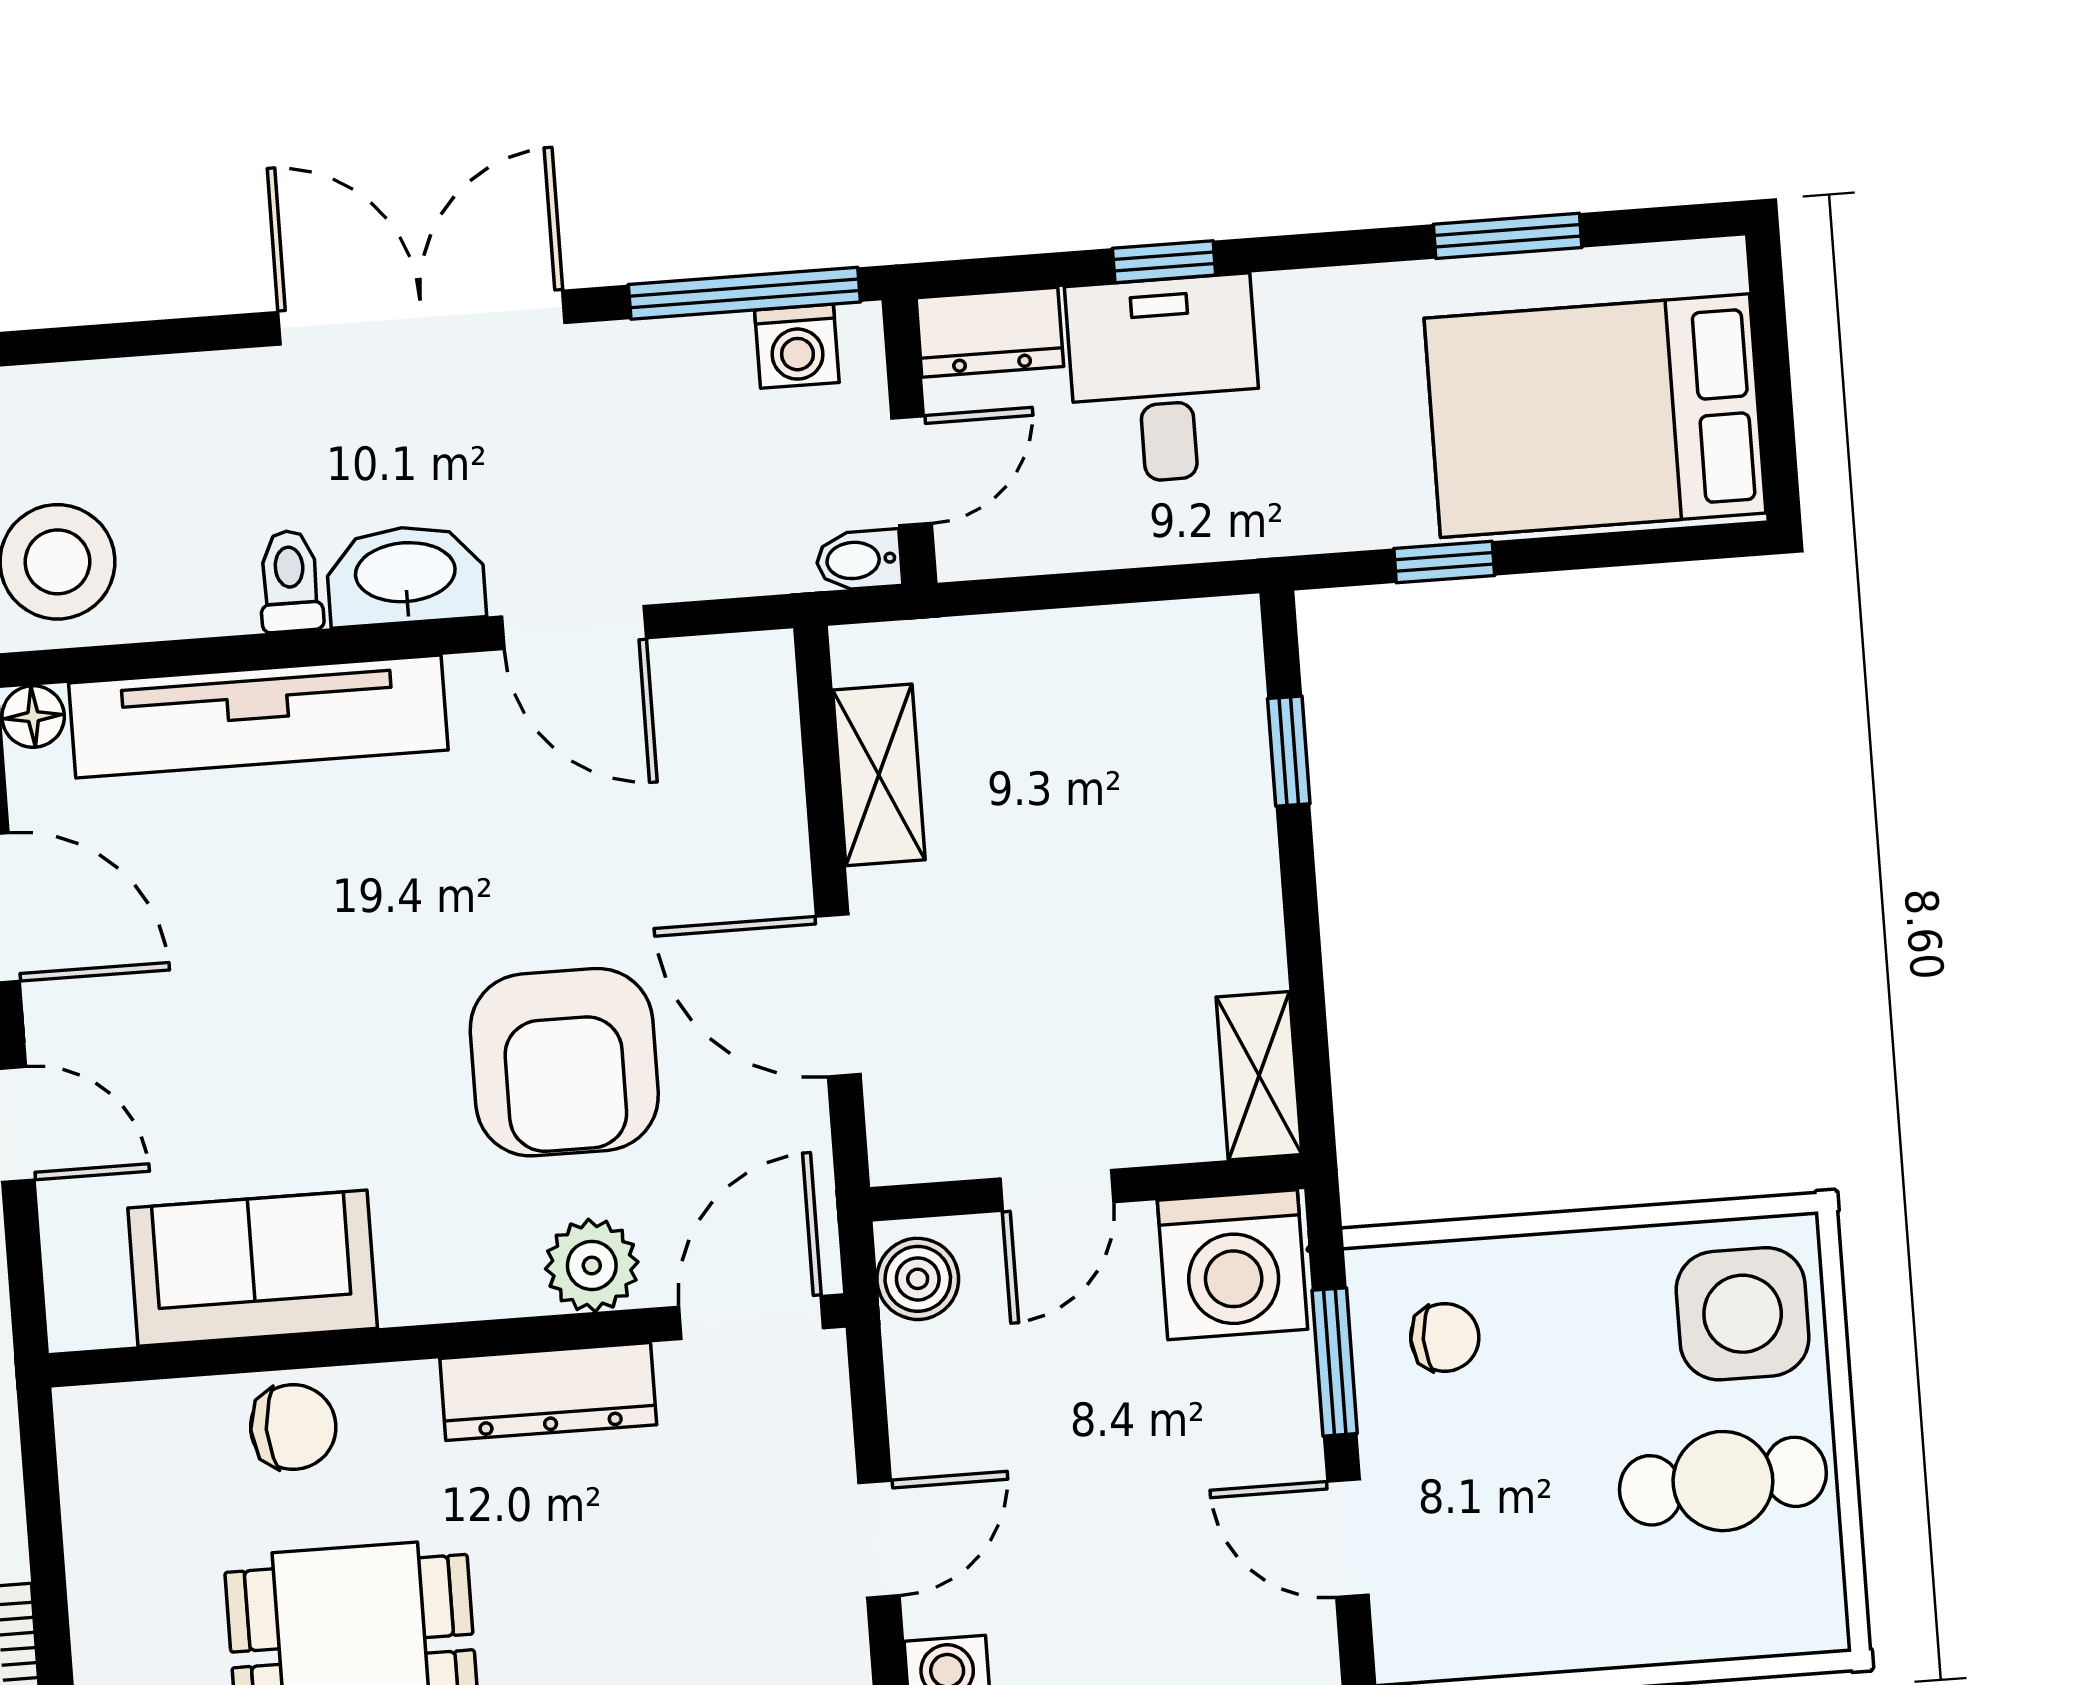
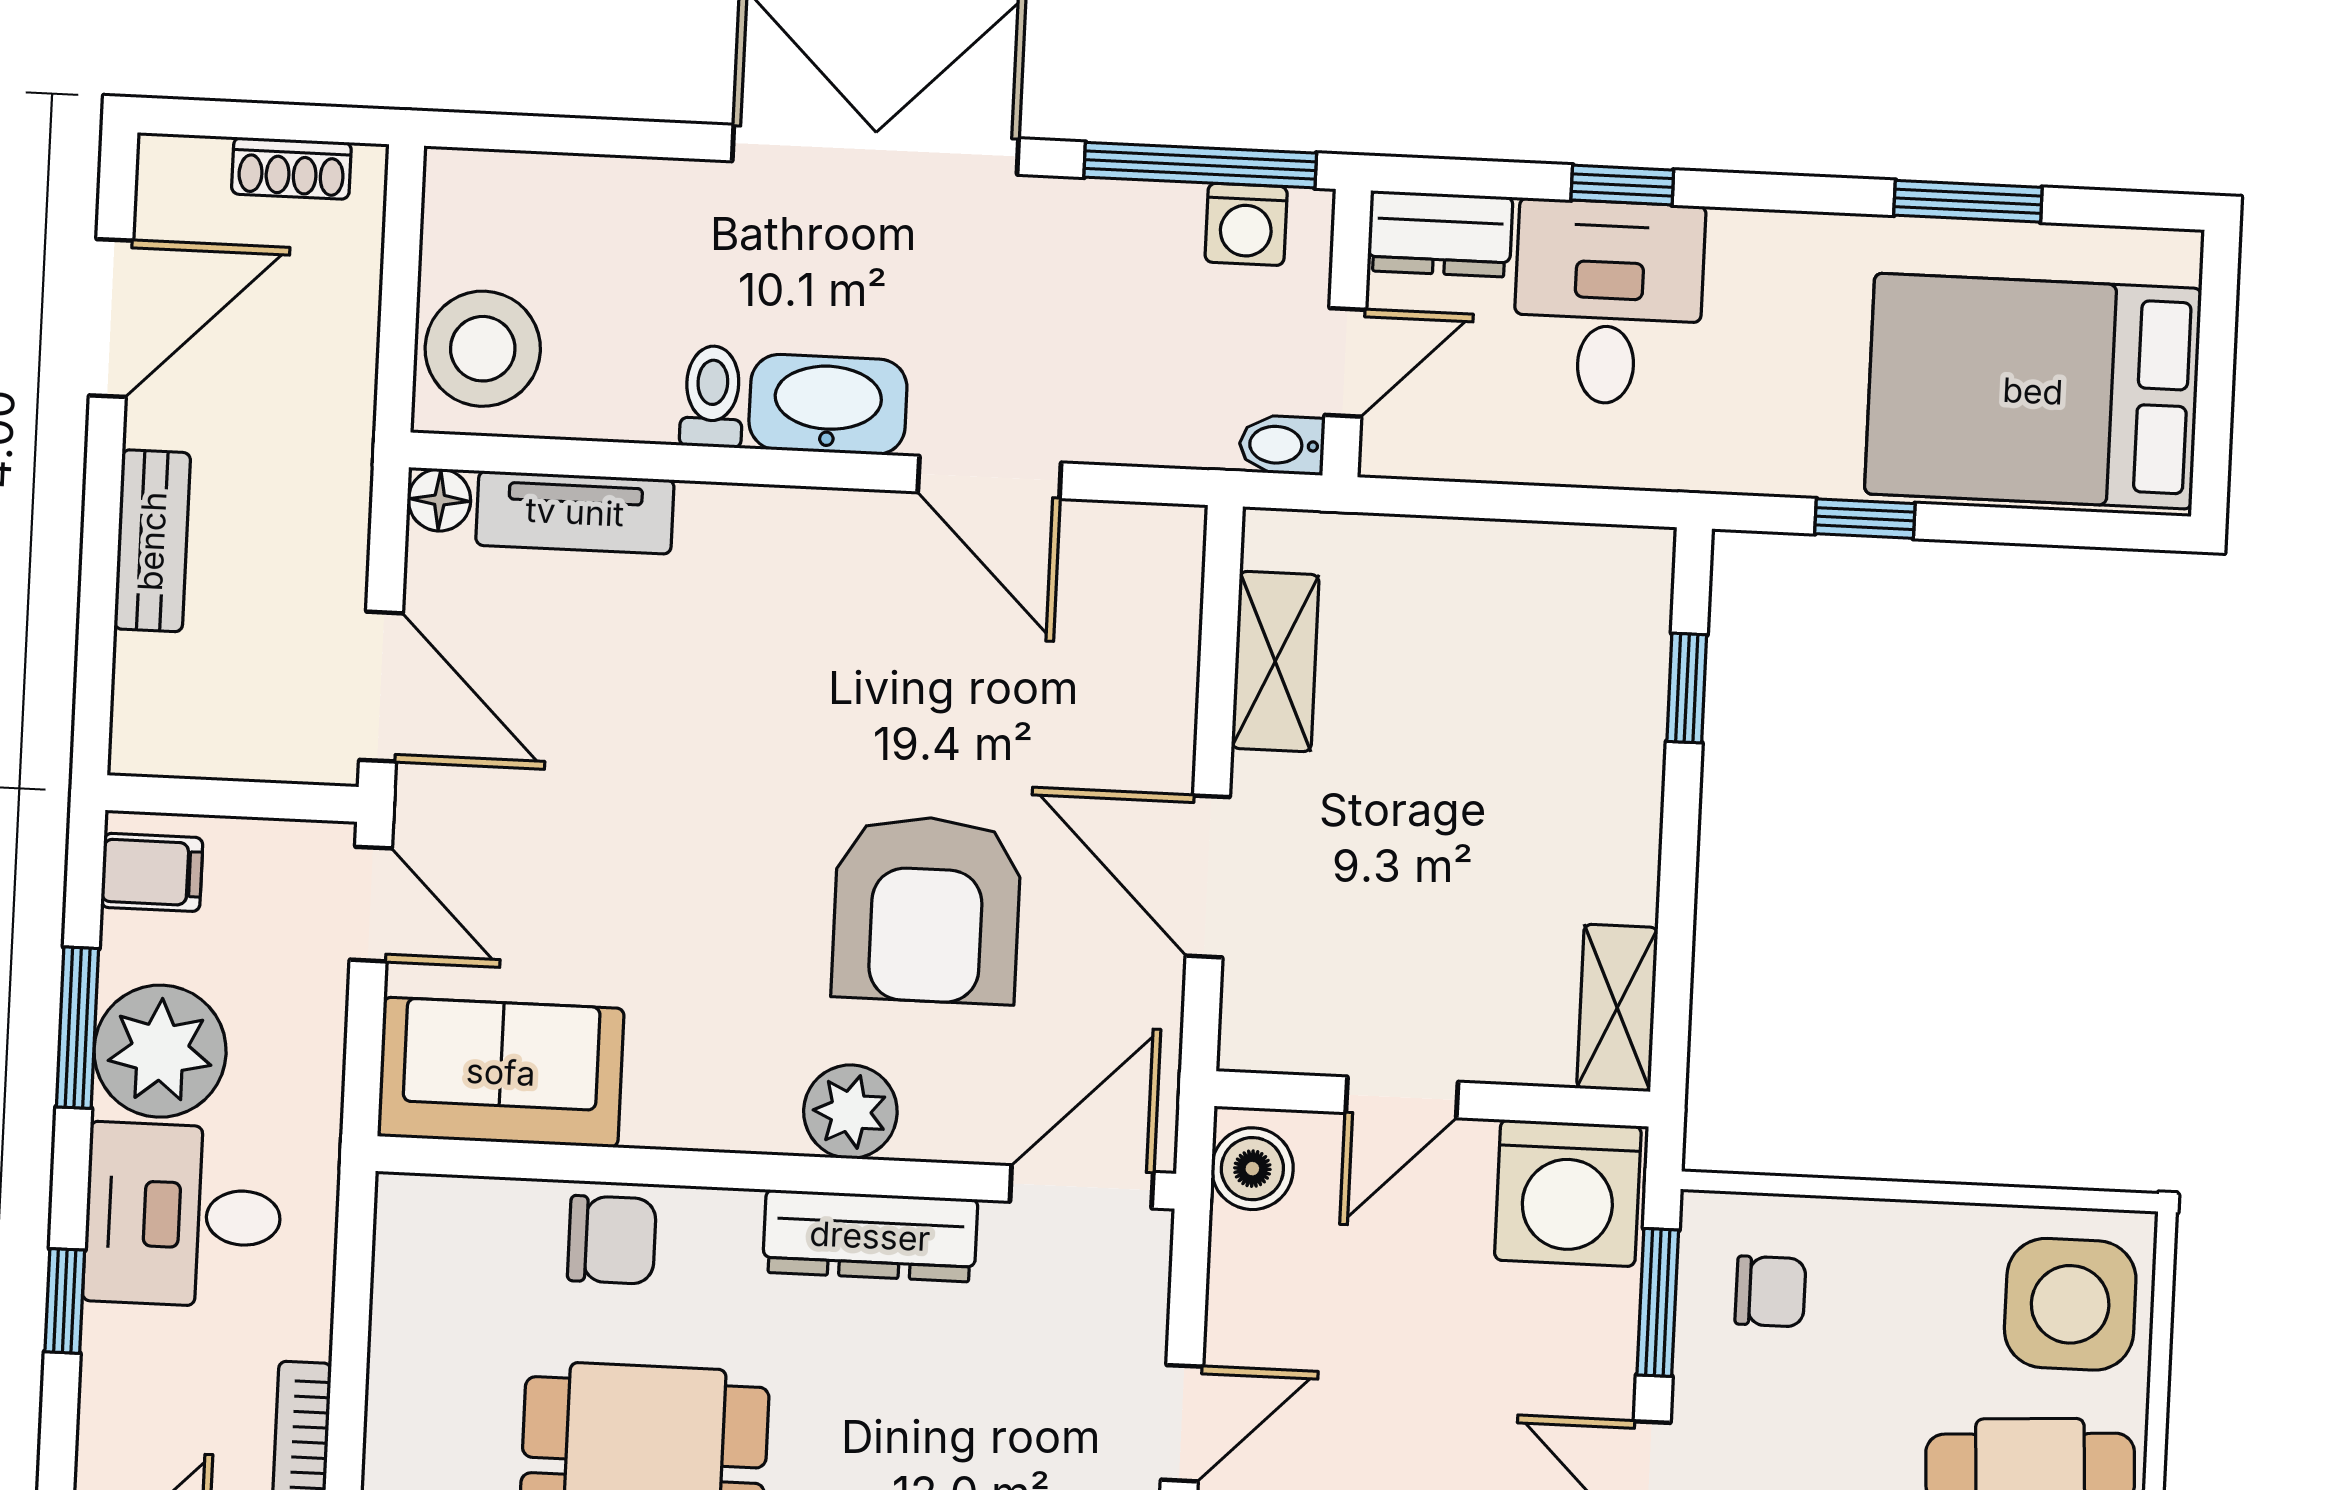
tv unit: (258, 716) -> (575, 512), width x0.52, depth x0.78
plant: (592, 1265) -> (850, 1112), moved
sofa: (253, 1268) -> (501, 1072), moved

